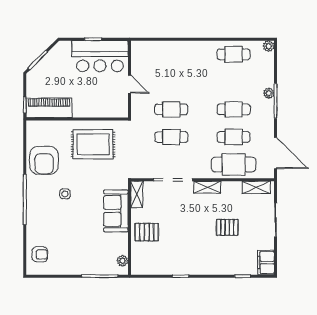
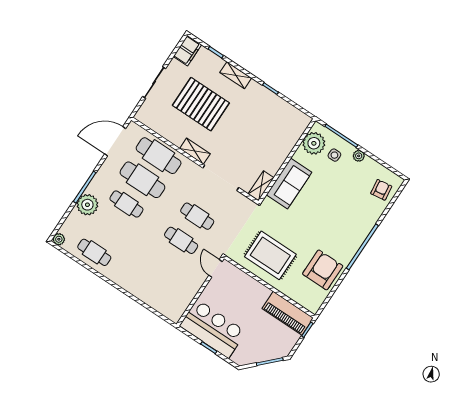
door: (129, 84) -> (215, 268), moved
plant: (269, 93) -> (87, 205), width x1.88, depth x1.88
cafe table: (234, 137) -> (142, 180), width x1.37, depth x1.35
door: (275, 153) -> (115, 141), hinge flipped
shelving: (256, 187) -> (236, 75), moved
side table: (65, 194) -> (334, 155), moved
pallet: (227, 227) -> (201, 104), width x2.05, depth x2.00
pallet: (147, 232) -> (274, 147), removed
armchair: (40, 254) -> (381, 190), turned 82
plant: (122, 261) -> (314, 143), width x1.87, depth x1.87
plant: (75, 269) -> (359, 156), added

